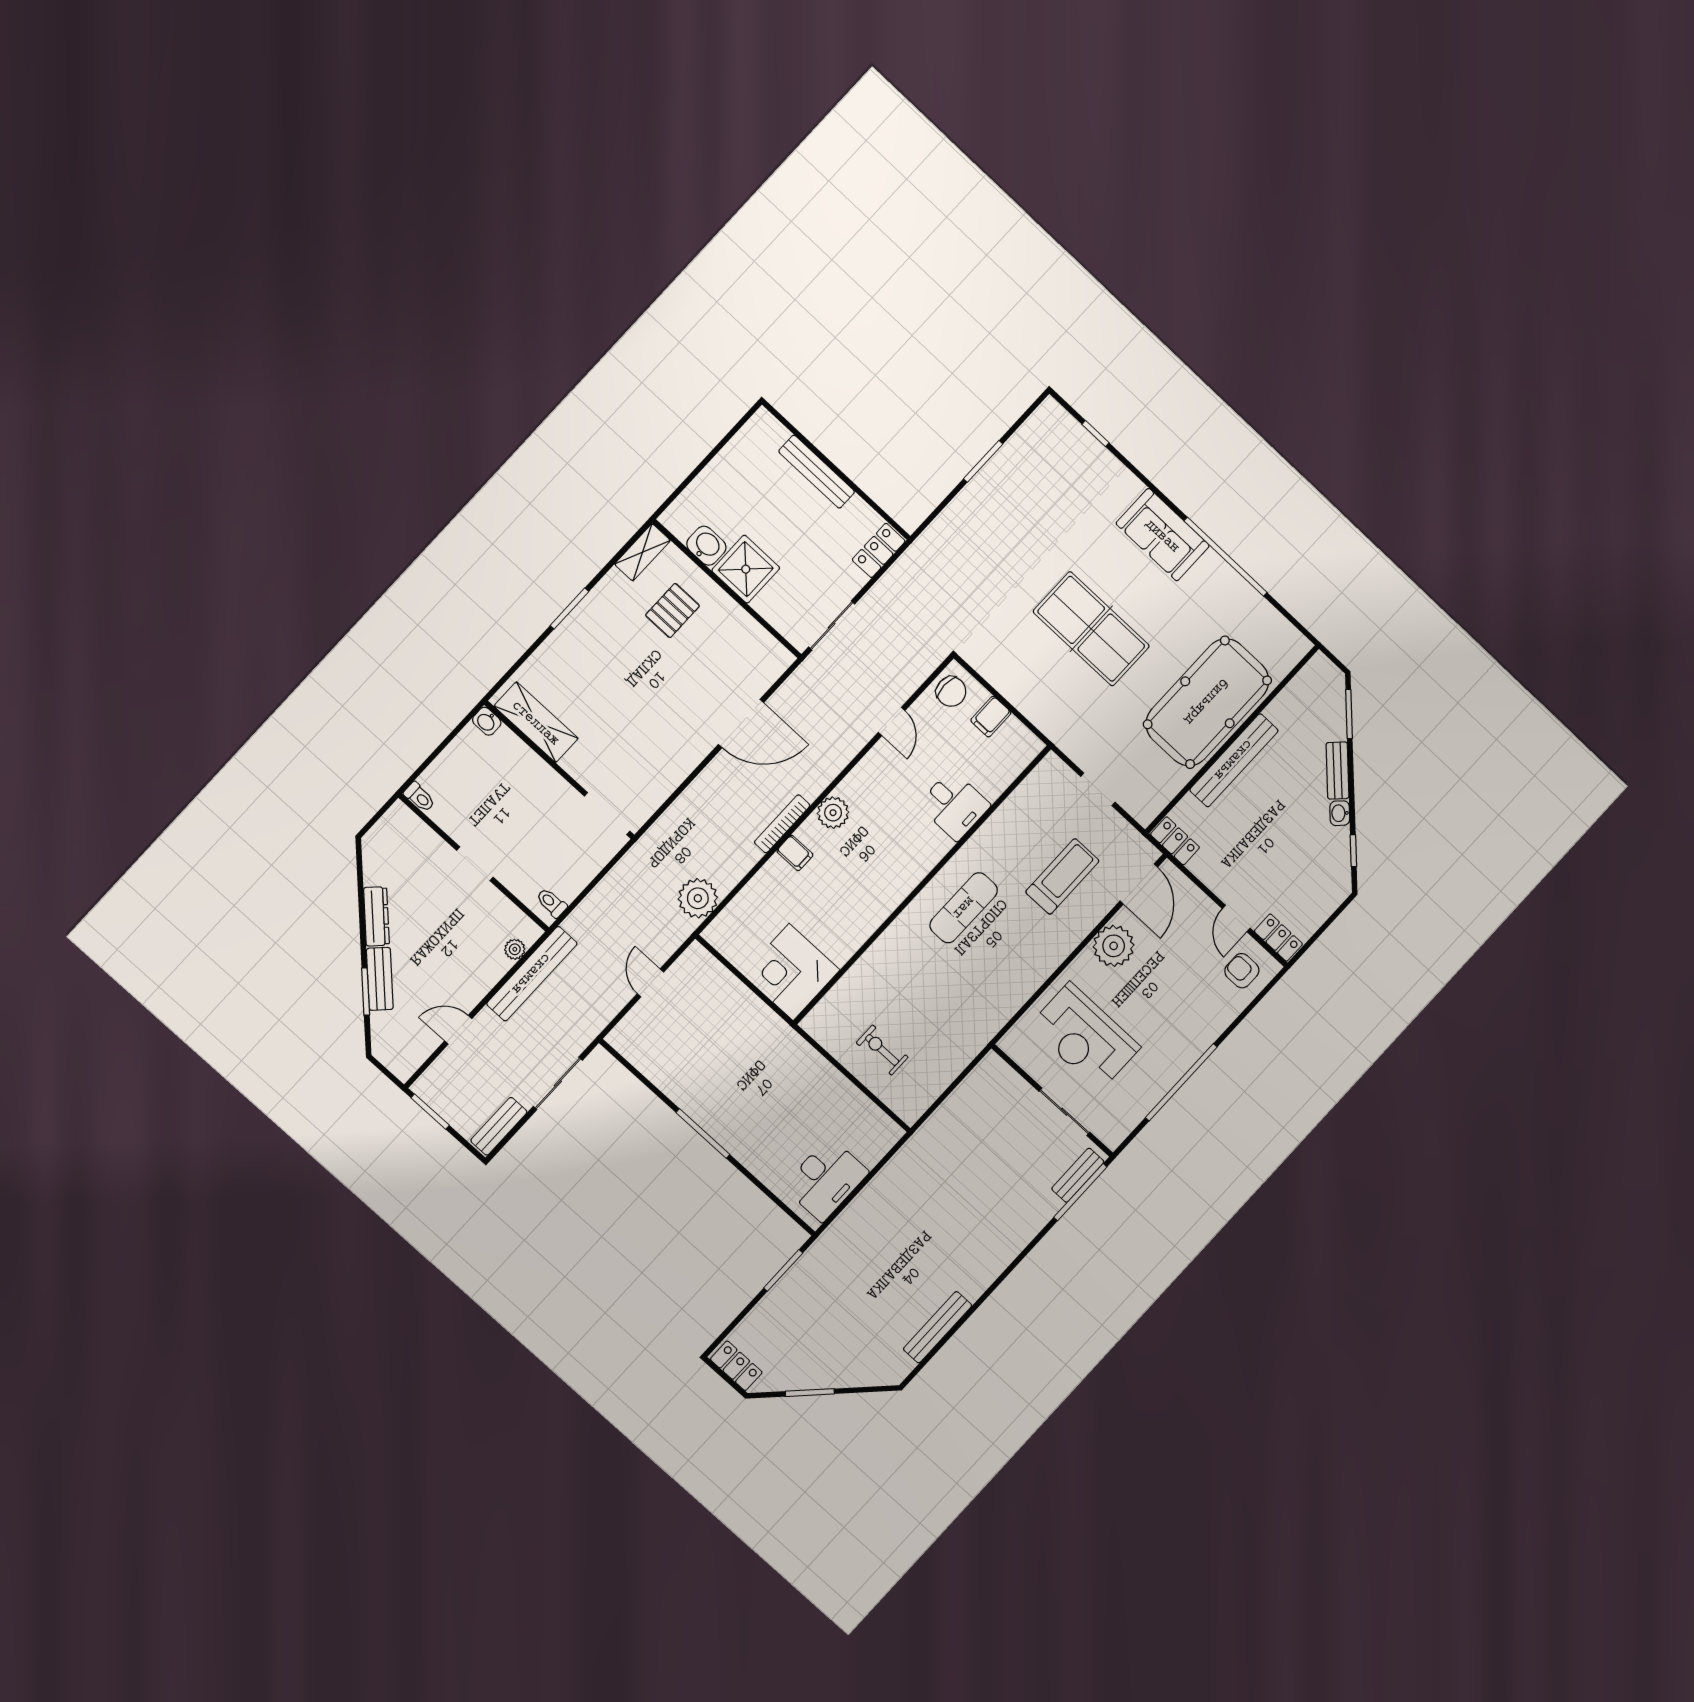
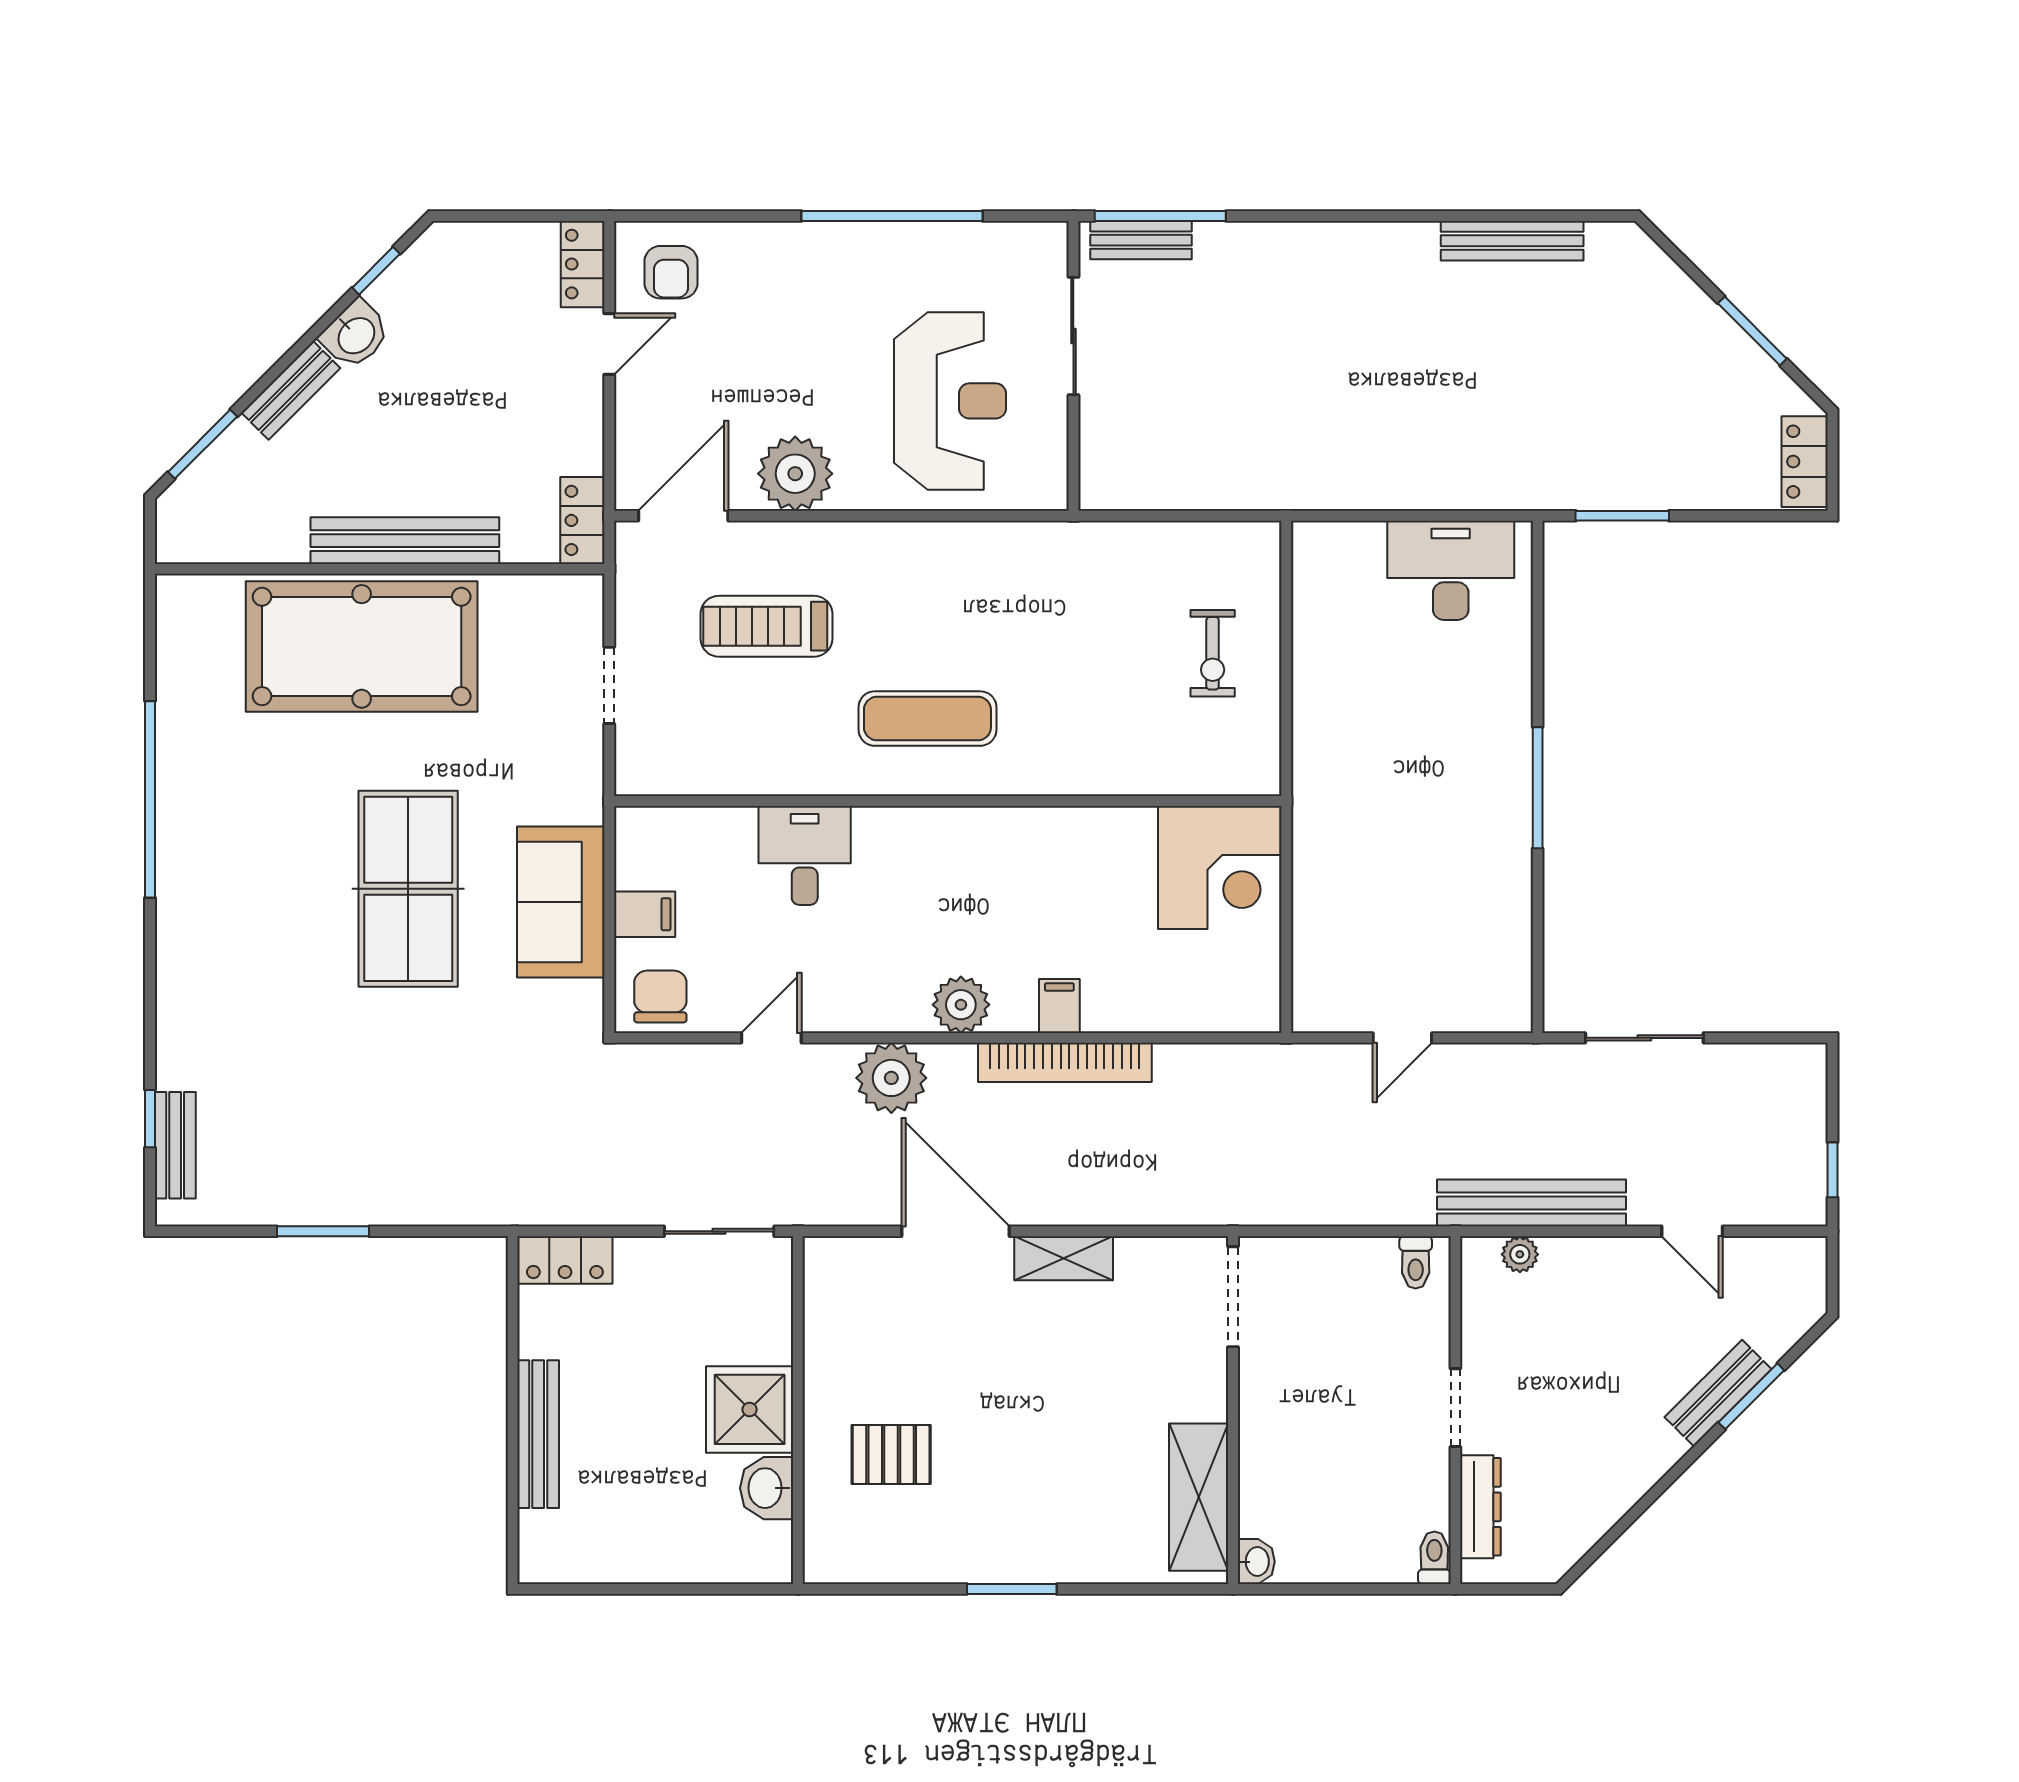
sofa: (1163, 535) -> (561, 902), moved, turned 180
shelving: (642, 552) -> (1064, 1258), moved
washbasin: (1340, 813) -> (355, 335), width x1.38, depth x1.45
bookcase: (782, 824) -> (1065, 1062), width x1.48, depth x1.31
plant: (698, 898) -> (891, 1078), moved
dresser: (376, 916) -> (1480, 1507), moved, turned 135
window: (430, 1112) -> (1833, 1170), width x0.67
bench: (499, 1126) -> (175, 1145), moved, turned 90

